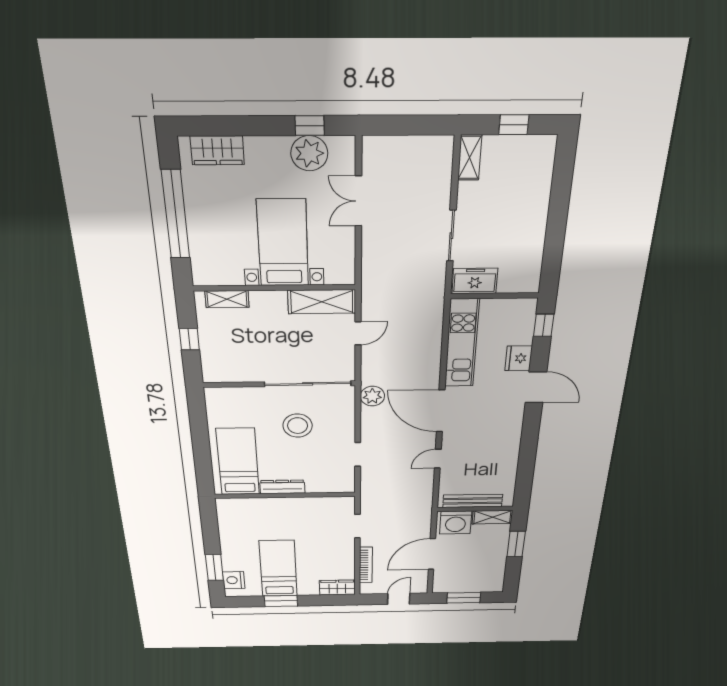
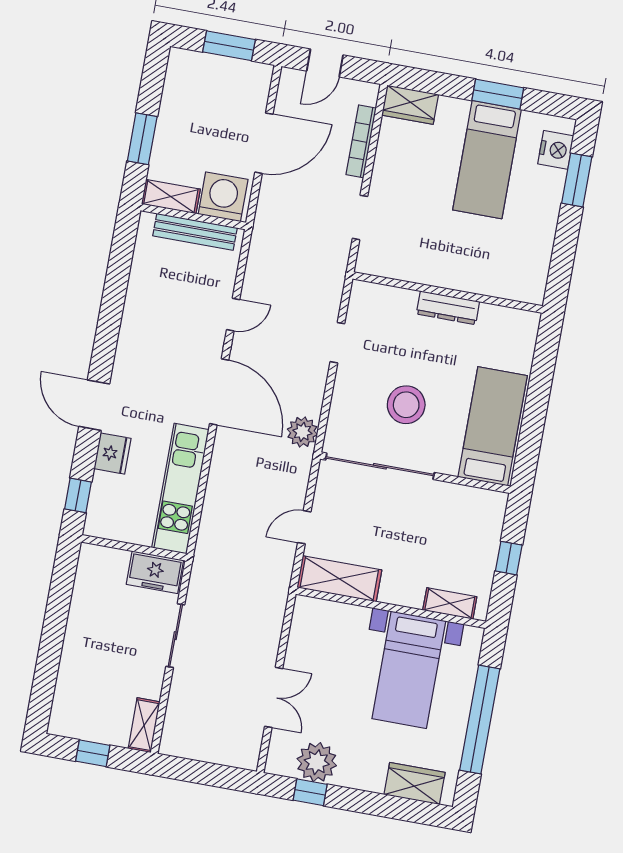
bed with nightstands: (283, 243) -> (409, 670), moved
bed: (238, 462) -> (493, 426), moved, turned 180

